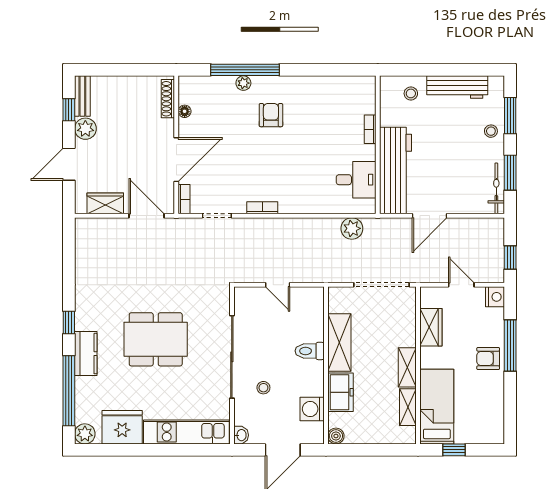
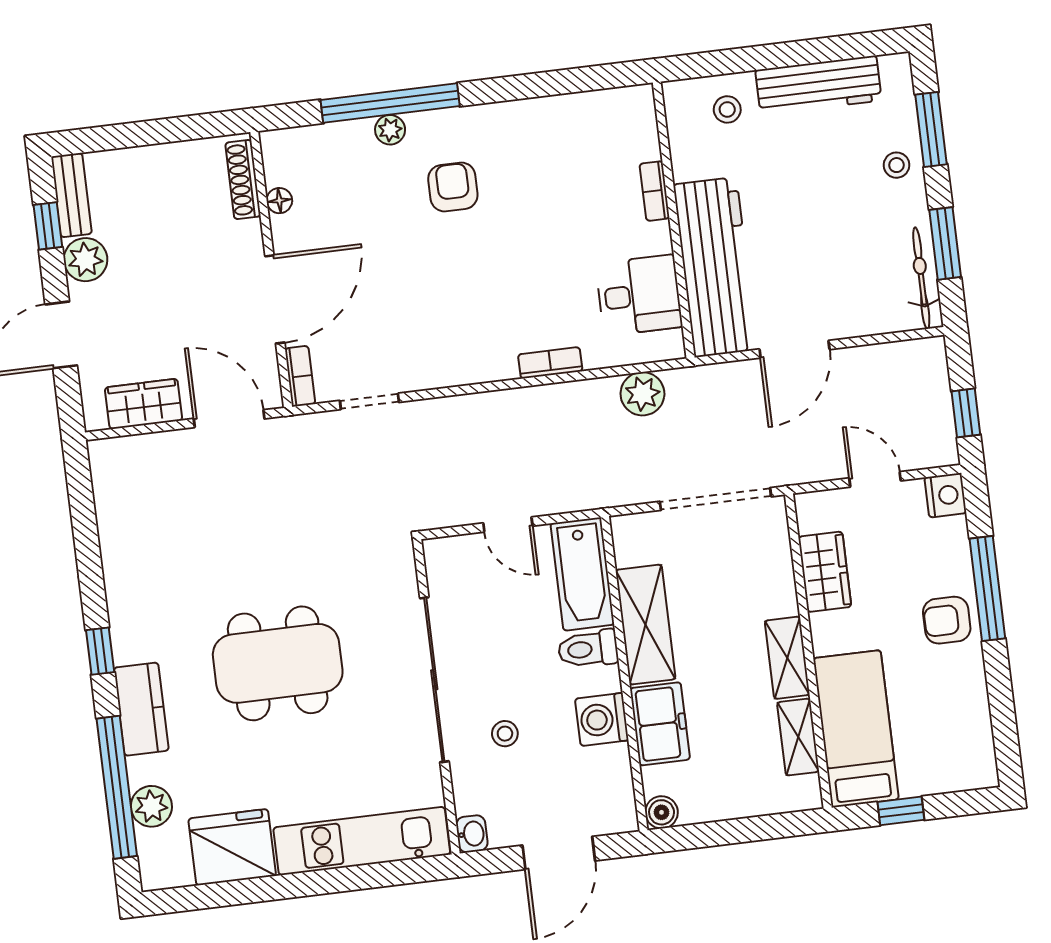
bookcase: (262, 208) -> (550, 363), moved
bathtub: (311, 314) -> (582, 574), added
washing machine: (312, 409) -> (602, 719), moved
plant: (85, 434) -> (151, 806), moved

